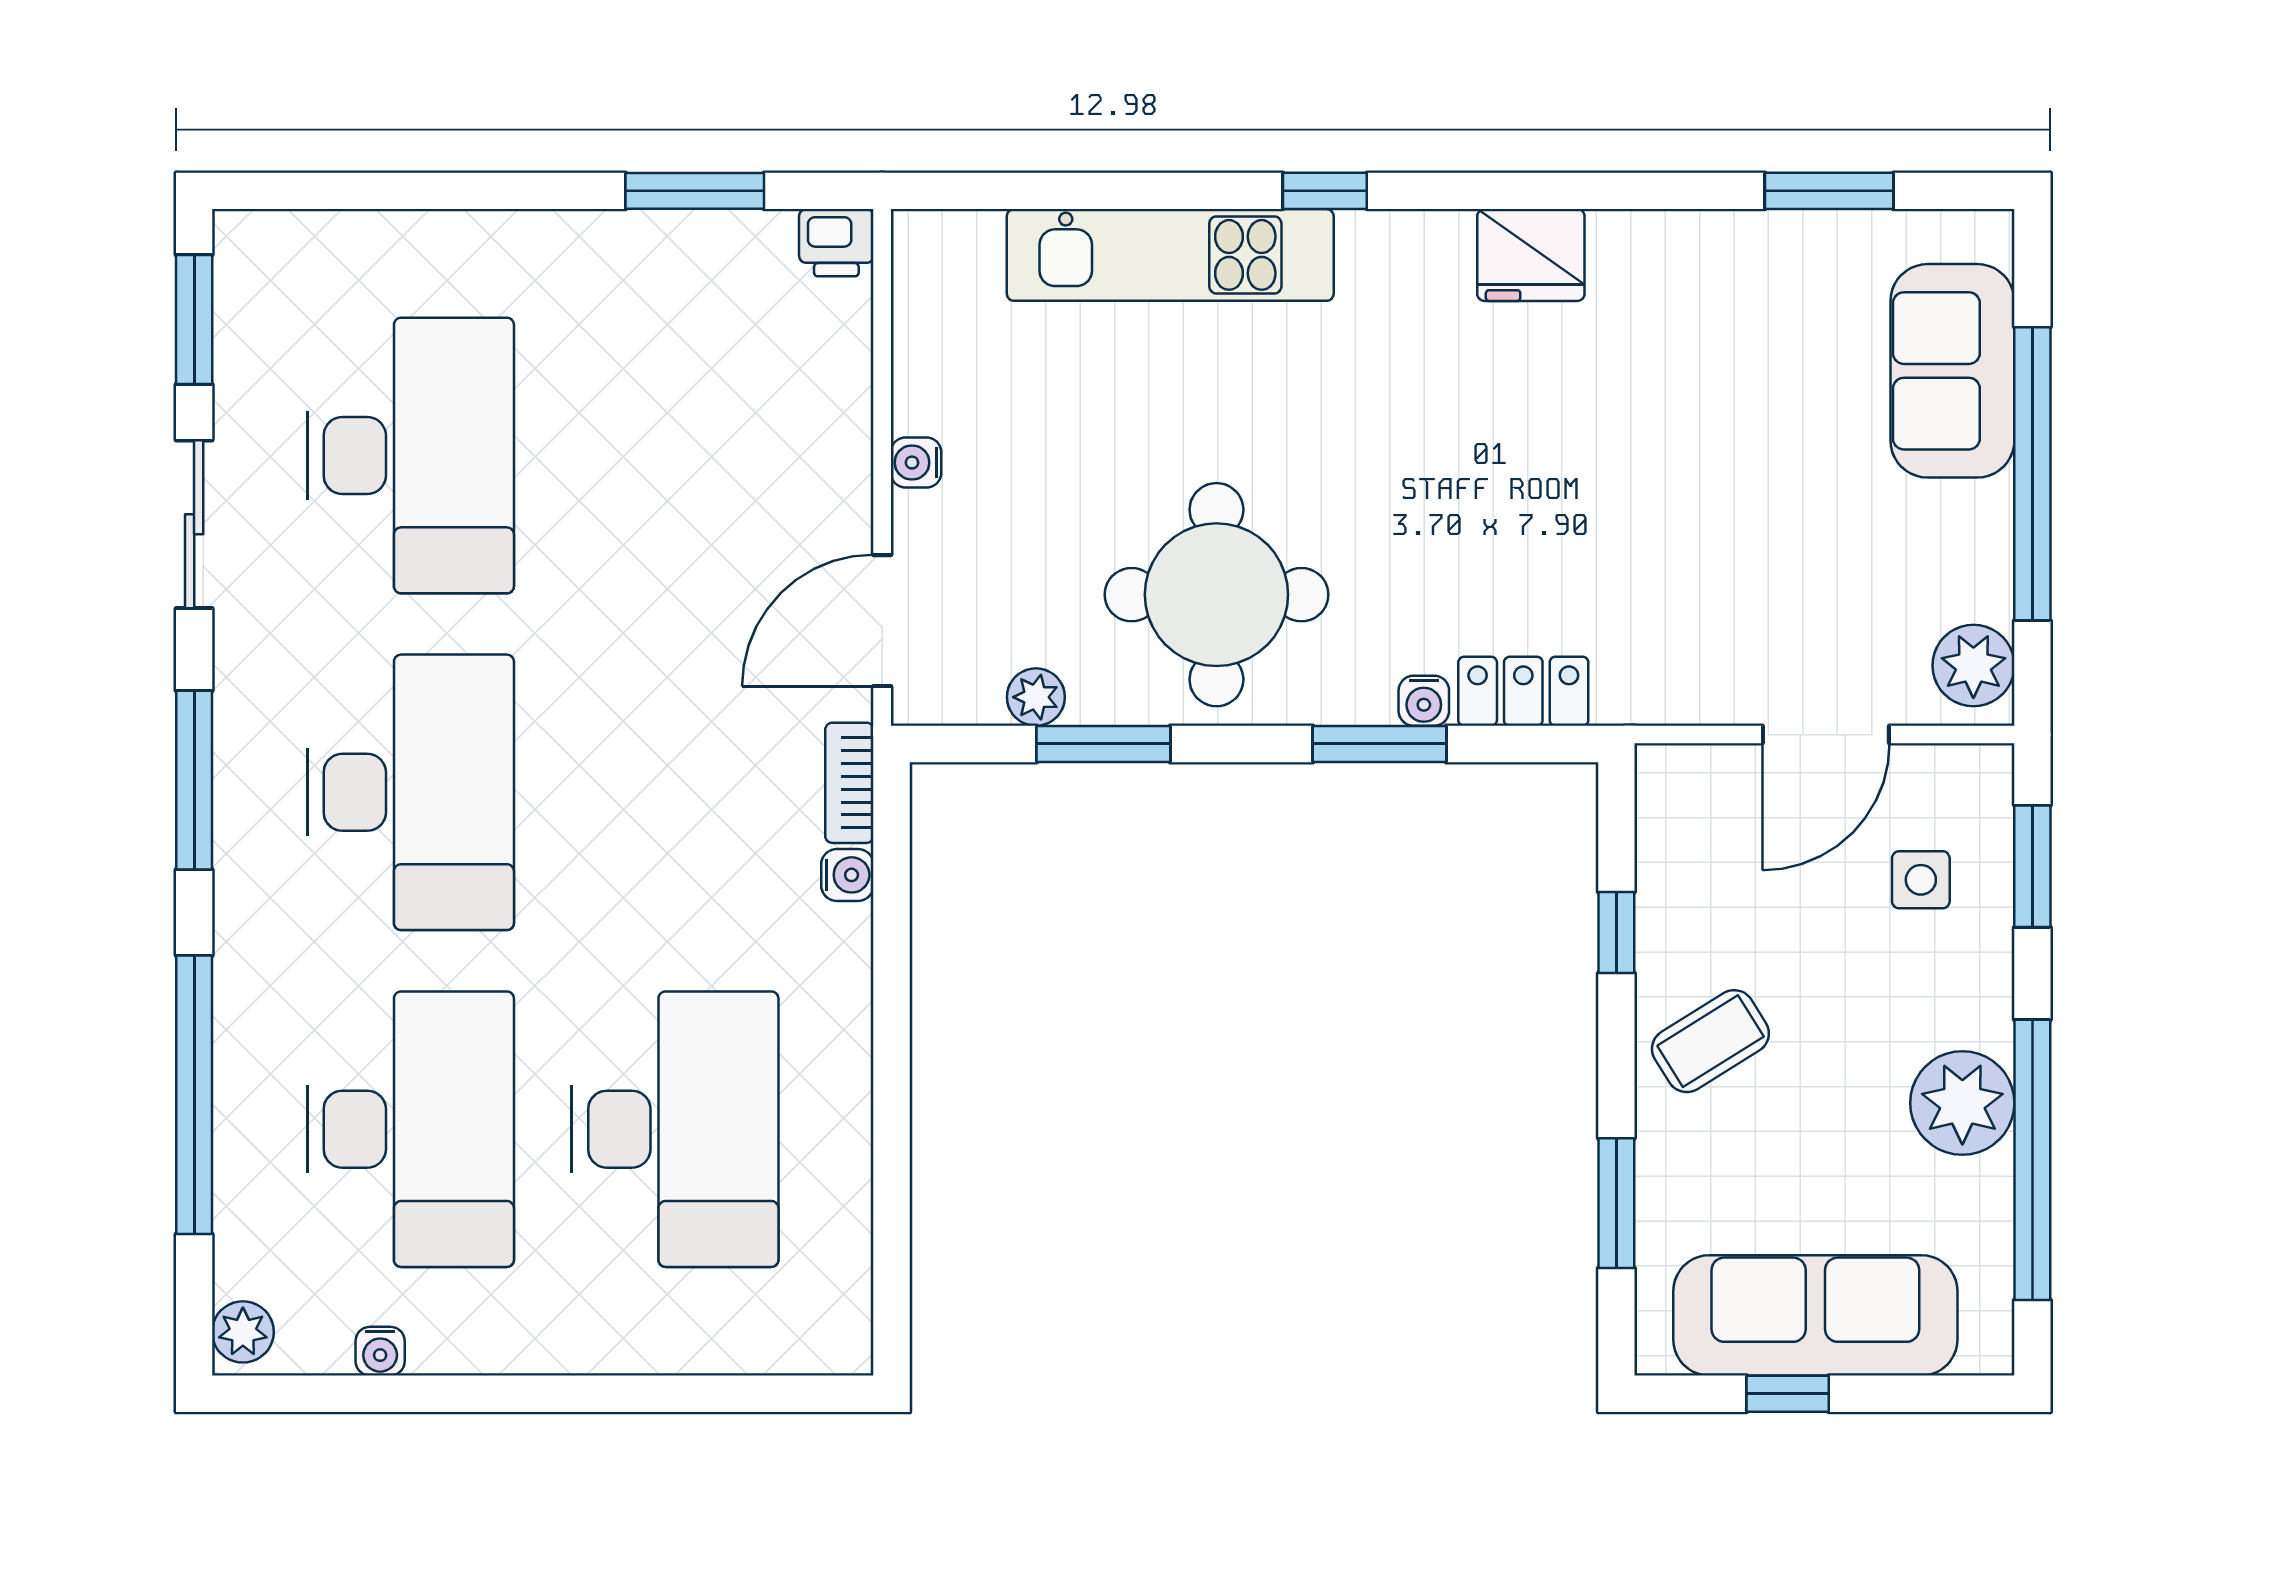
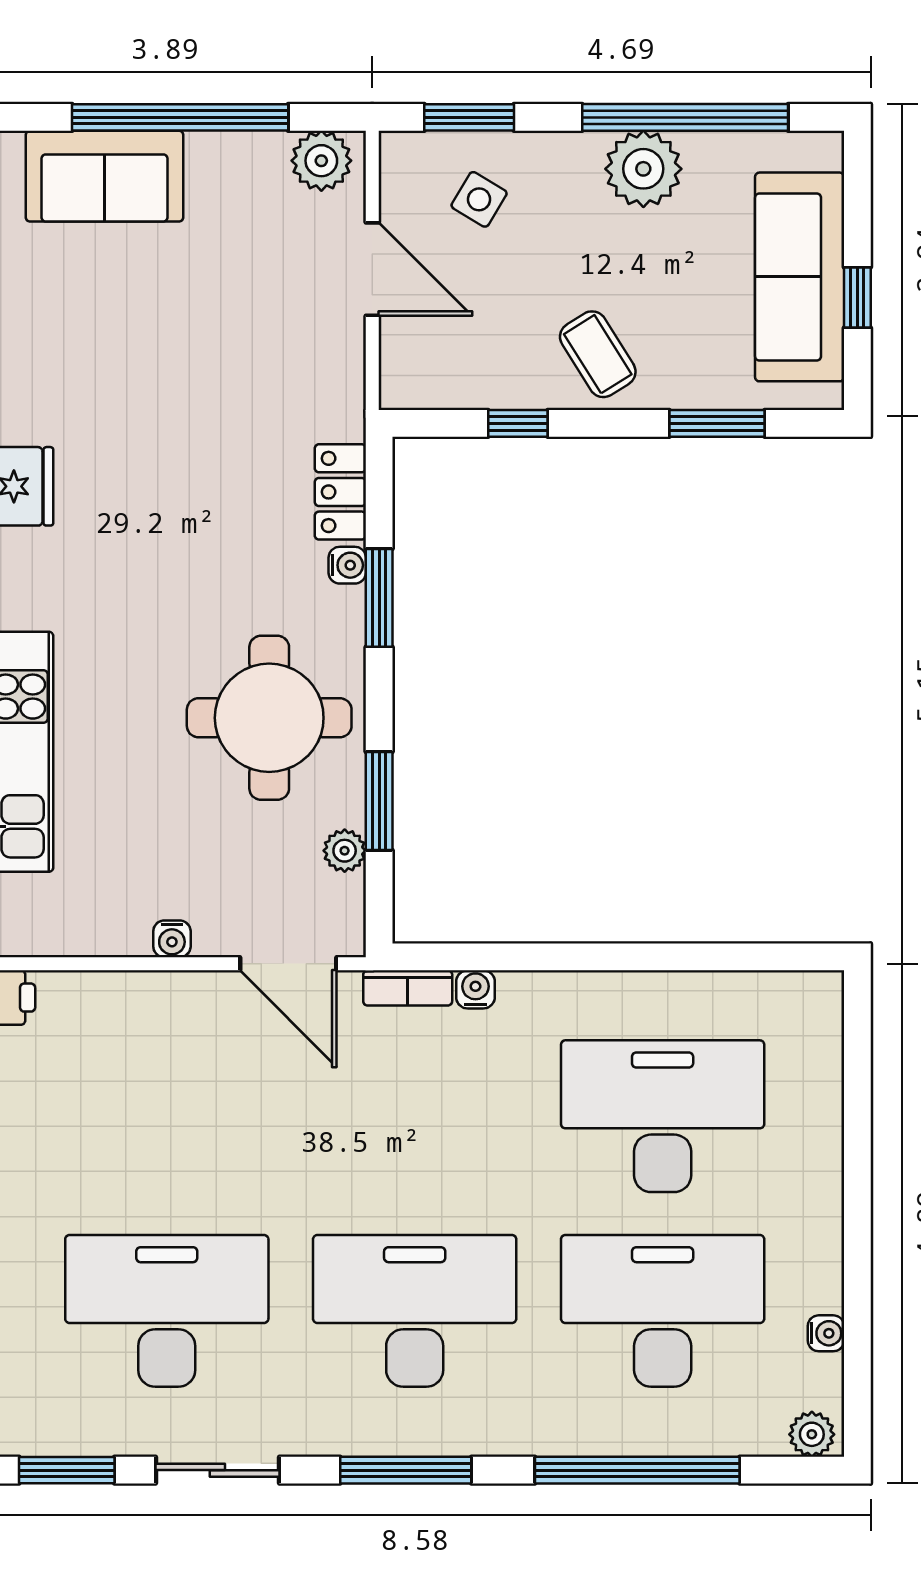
side table: (1921, 880) -> (479, 199), turned 31

